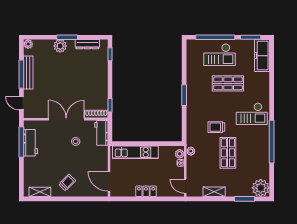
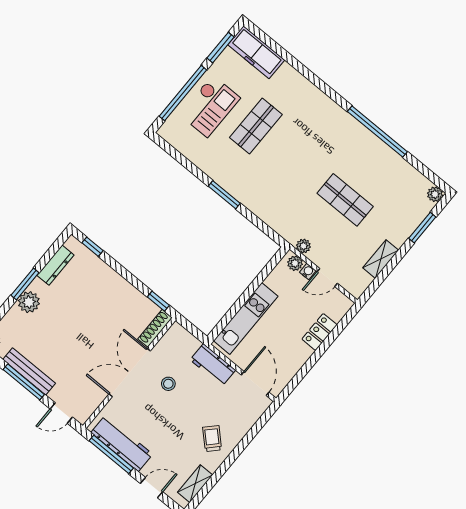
checkout: (252, 114) -> (320, 128), removed
trolley: (216, 127) -> (300, 187), removed
workbench: (101, 133) -> (213, 365), moved
workbench: (31, 143) -> (122, 443), width x1.38
door: (21, 173) -> (151, 488), added
door: (109, 181) -> (255, 384), swing flipped
door: (185, 186) -> (327, 278), moved
plant: (261, 188) -> (435, 194), width x0.53, depth x0.53
locker: (146, 191) -> (319, 332), moved

